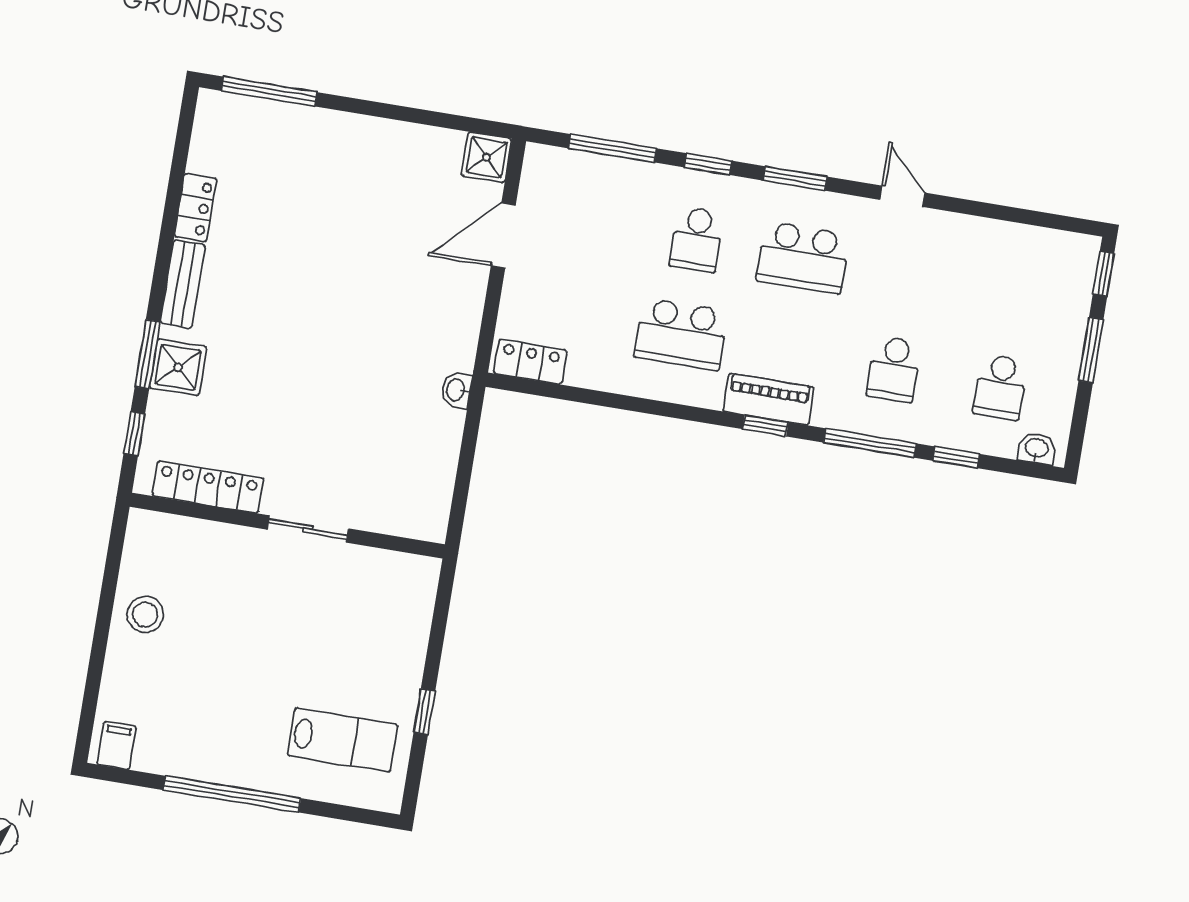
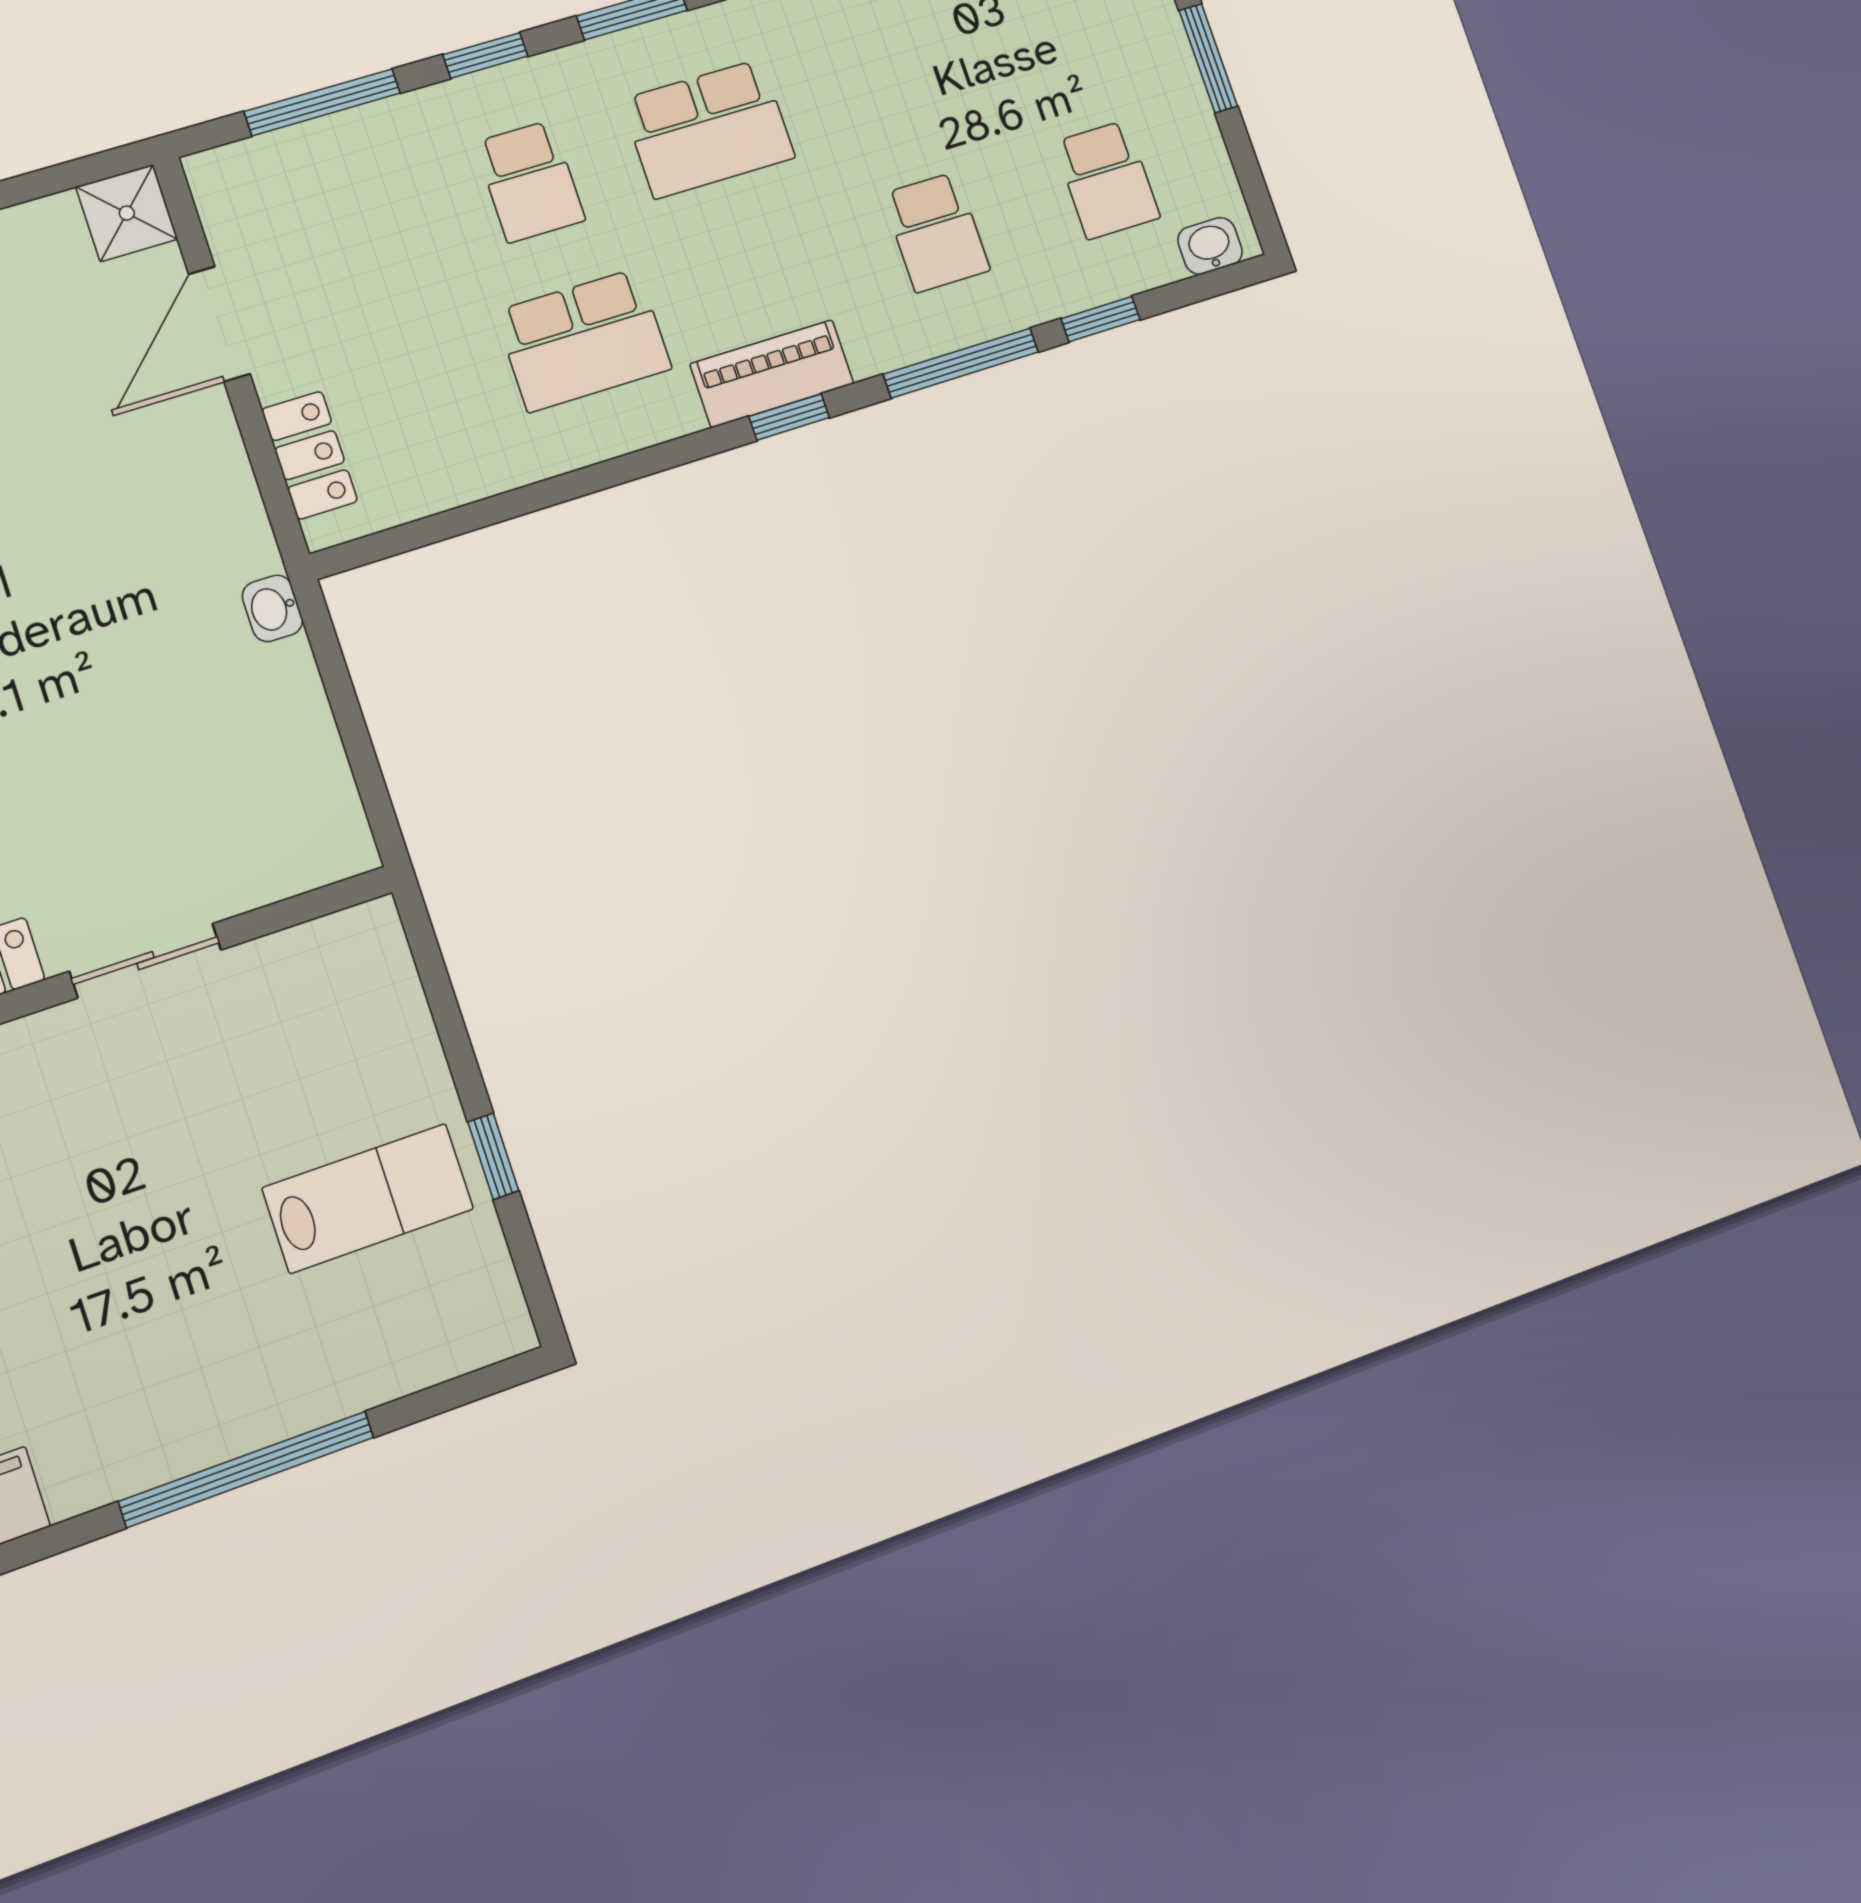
locker: (530, 362) -> (310, 455), moved, turned 90
lab bench: (343, 740) -> (368, 1198), moved

